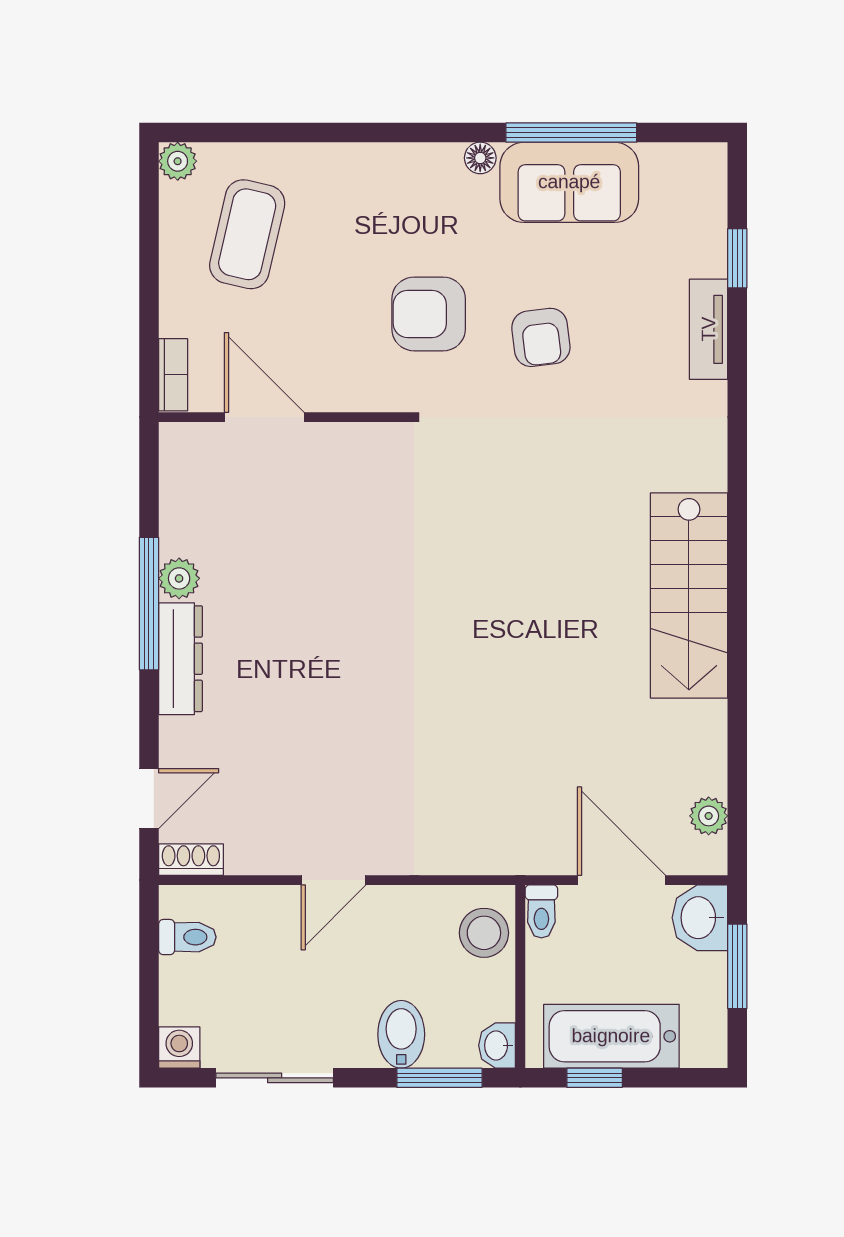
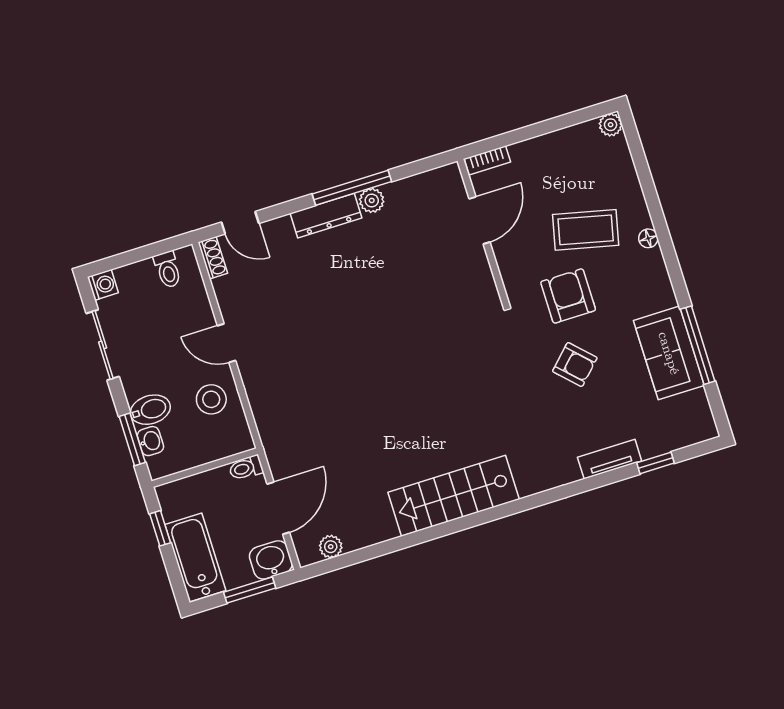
floor lamp: (480, 158) -> (648, 238), moved
coffee table: (247, 234) -> (586, 230), moved
armchair: (541, 337) -> (575, 365), turned -128
stool: (484, 933) -> (211, 399), moved
bathtub: (611, 1036) -> (195, 557), moved
washbasin: (497, 1045) -> (150, 441), moved, turned 90

